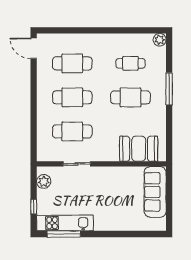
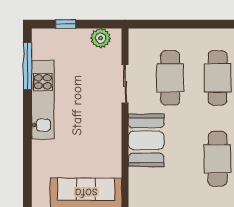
booth: (139, 149) -> (146, 140), moved
kitchen unit: (65, 223) -> (43, 100), moved

